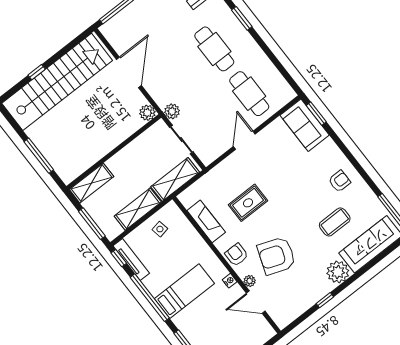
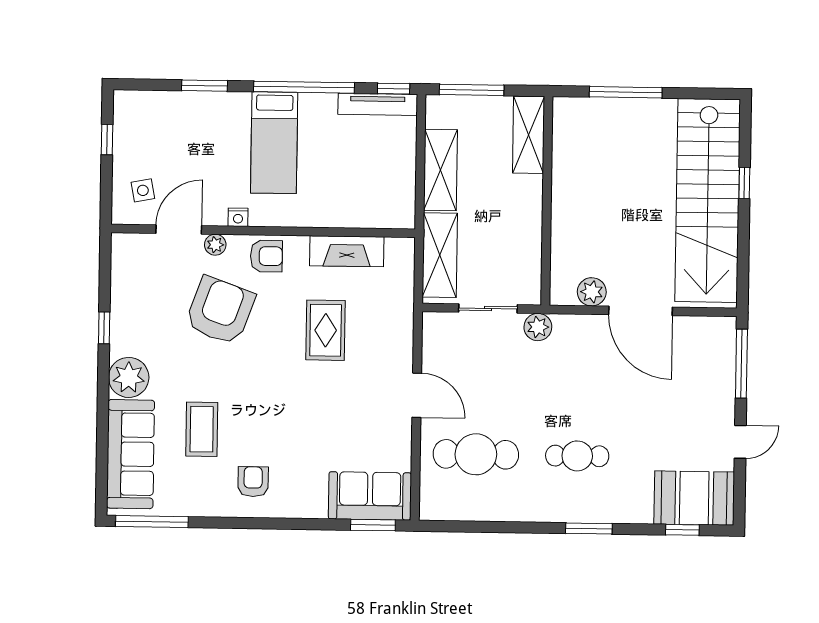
cafe table: (214, 49) -> (577, 456), width x0.73, depth x0.74
plant: (147, 113) -> (592, 292), moved
armchair: (339, 181) -> (253, 482), turned 180
side table: (160, 229) -> (143, 190), moved

